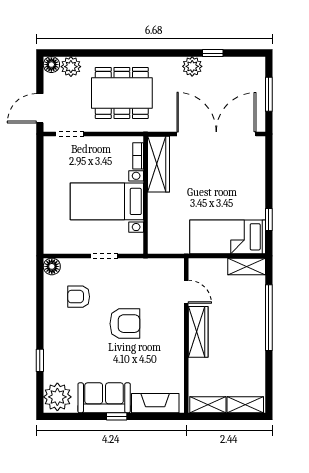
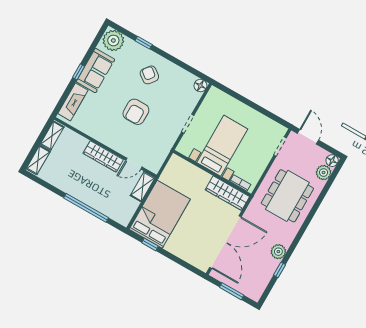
bed: (228, 237) -> (160, 214), width x1.50
shelving: (247, 266) -> (143, 187), moved
armchair: (79, 297) -> (149, 75), moved, turned -53

